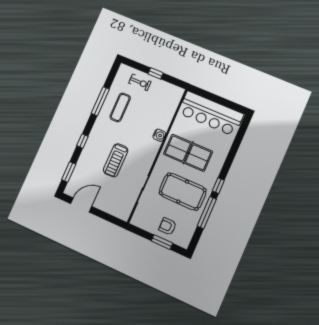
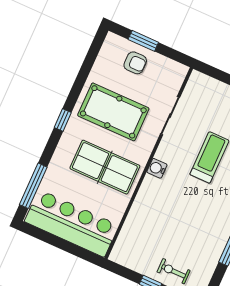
exercise mat: (120, 107) -> (203, 235), removed
water cooler: (159, 135) -> (157, 168), moved
window: (207, 213) -> (33, 186), moved

